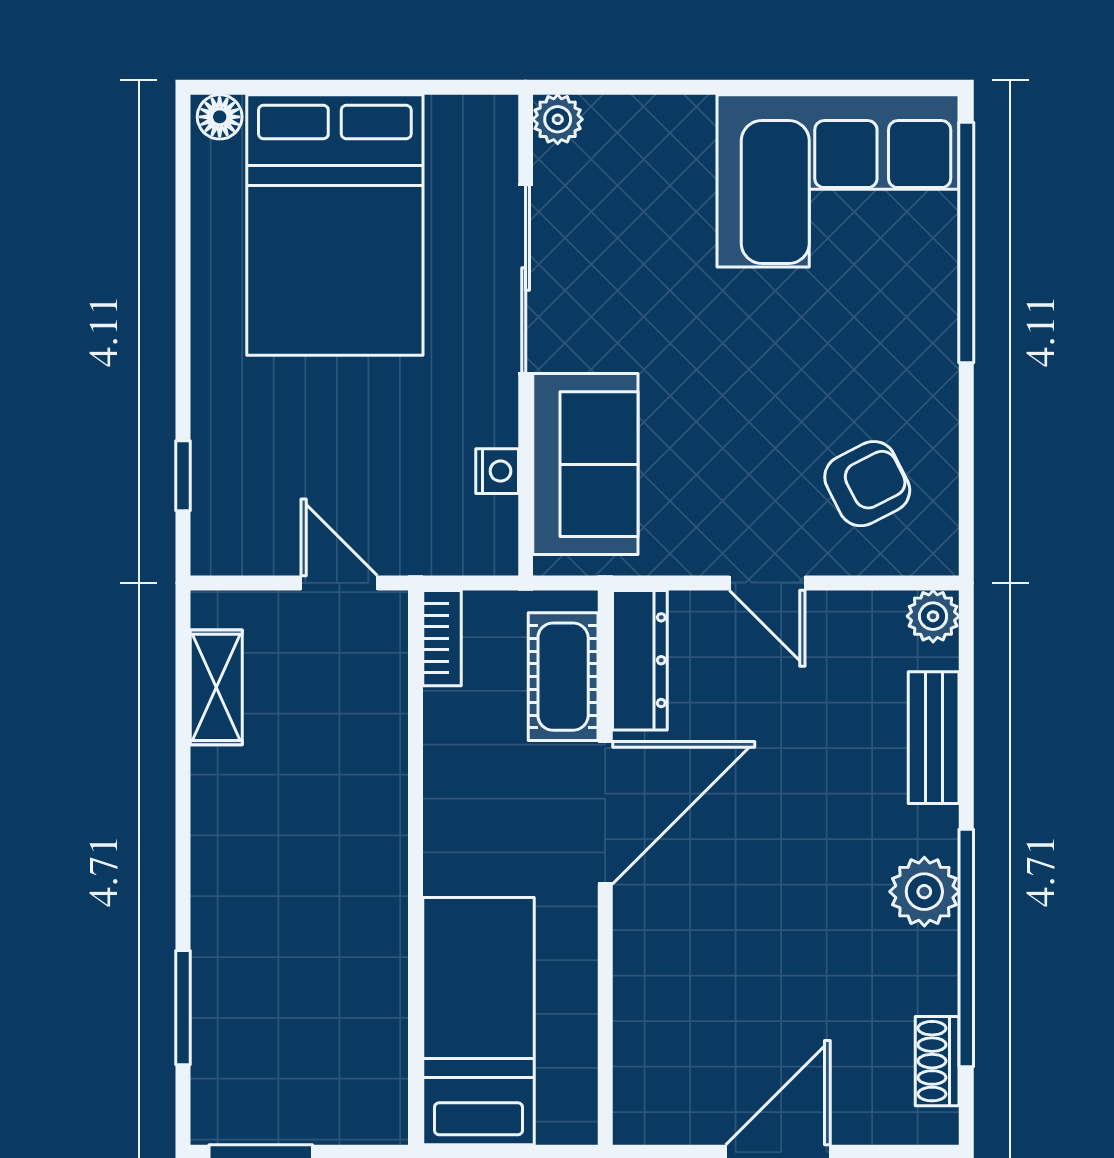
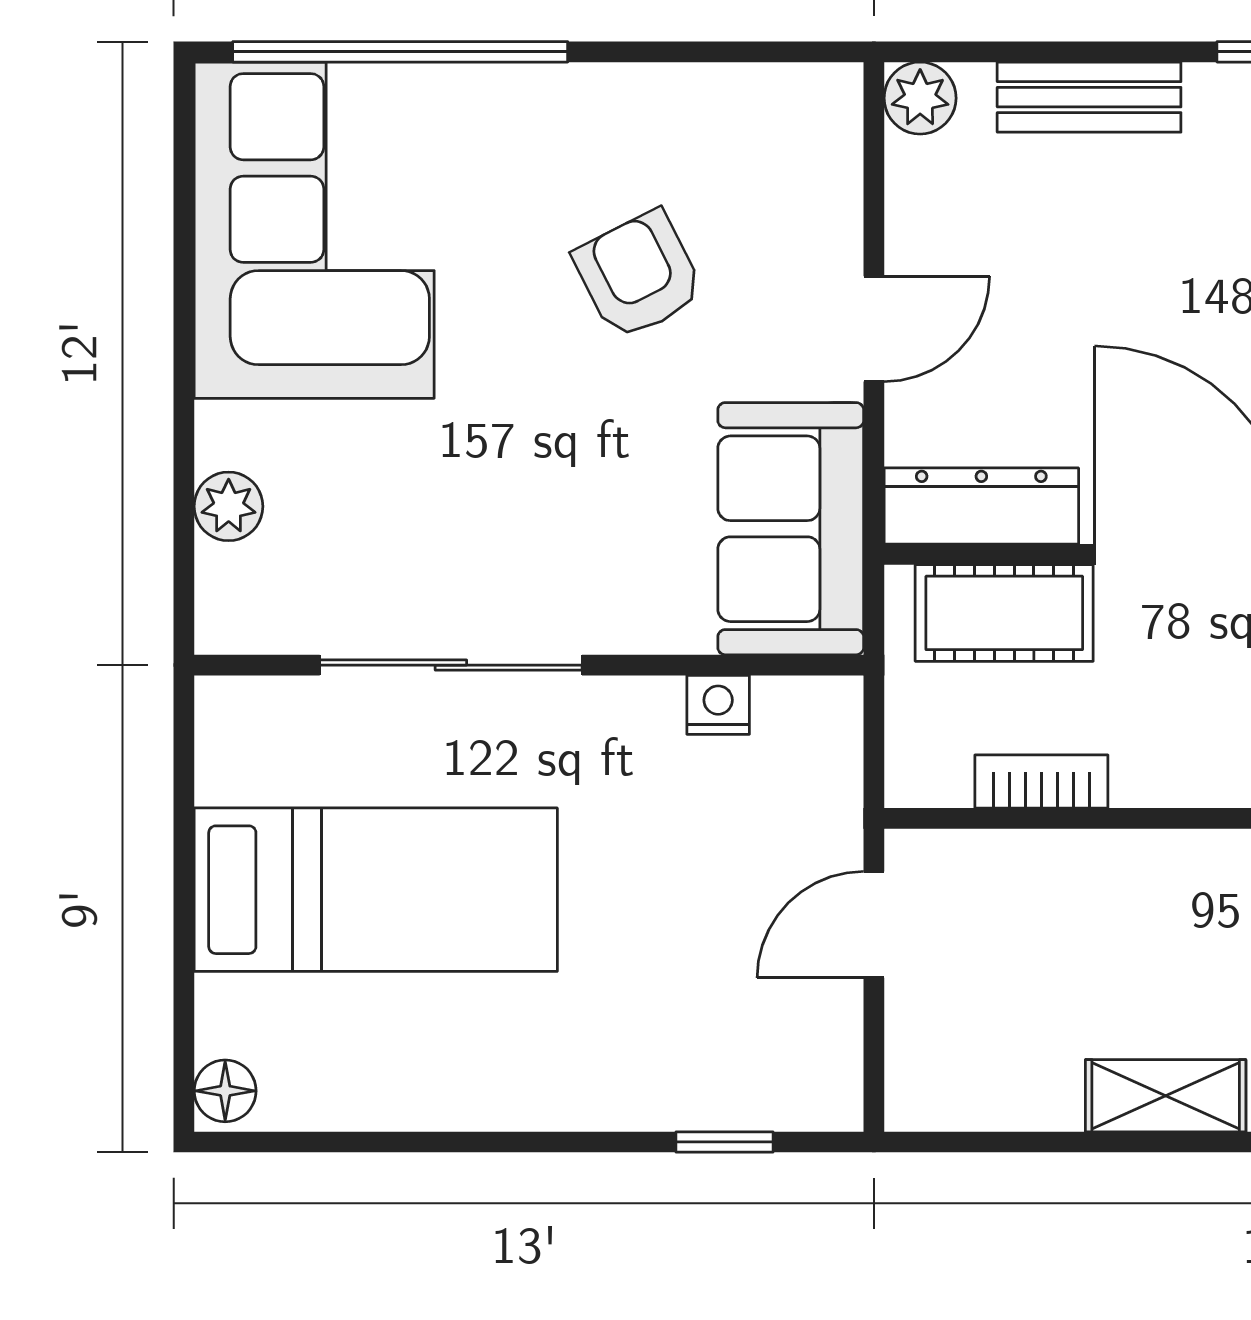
plant: (558, 119) -> (229, 506), moved
bed: (335, 225) -> (376, 890), width x0.67
sofa: (585, 464) -> (791, 529), moved, turned -90
armchair: (867, 484) -> (639, 275), moved
bookcase: (442, 638) -> (1041, 782), moved
shelving: (216, 687) -> (1166, 1096), moved

